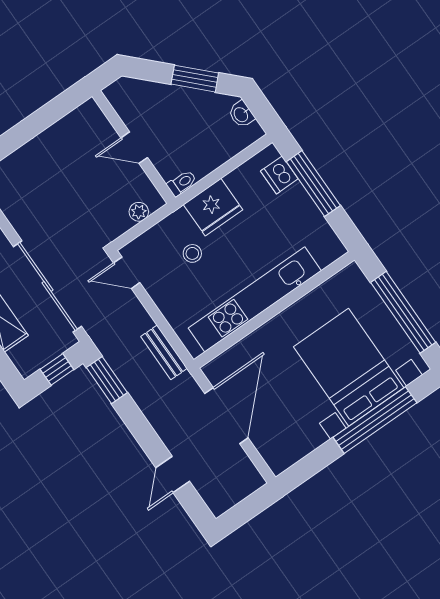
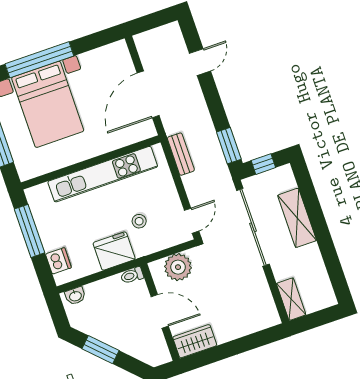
washbasin: (241, 114) -> (75, 296), moved, turned 90
wardrobe: (80, 123) -> (195, 341), added
door: (134, 148) -> (160, 311), width x1.37
window: (313, 184) -> (29, 231), moved
plant: (139, 212) -> (178, 267), width x1.87, depth x1.87
door: (127, 273) -> (192, 221), hinge flipped

